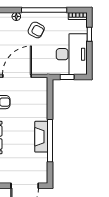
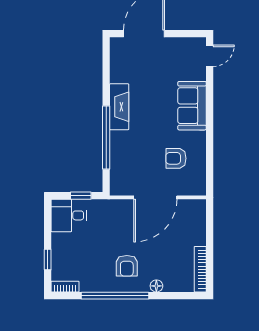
armchair: (36, 30) -> (127, 266), turned -118
desk: (72, 54) -> (69, 215), width x0.53, depth x0.77
window: (50, 141) -> (106, 137), moved

